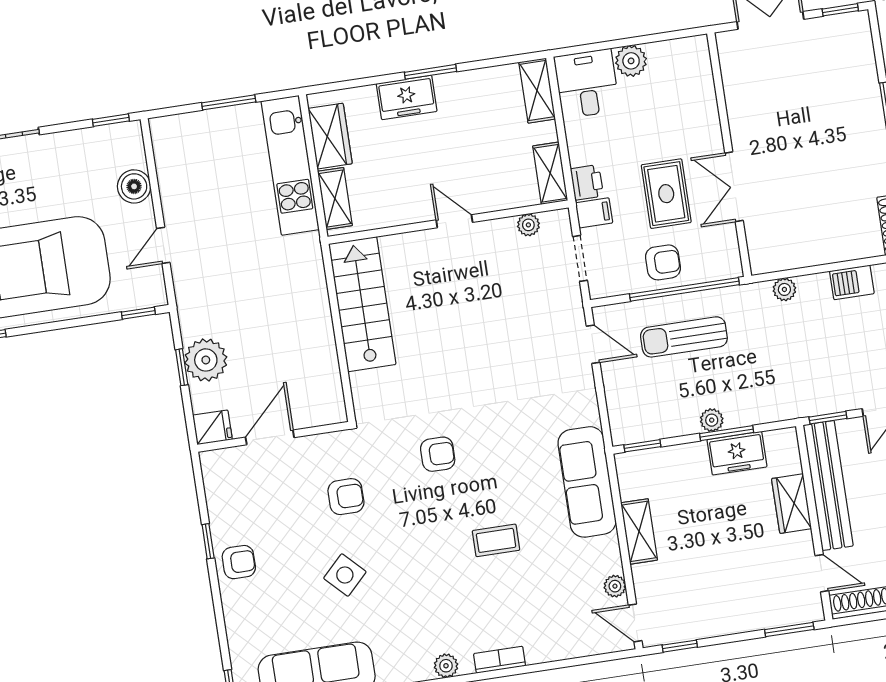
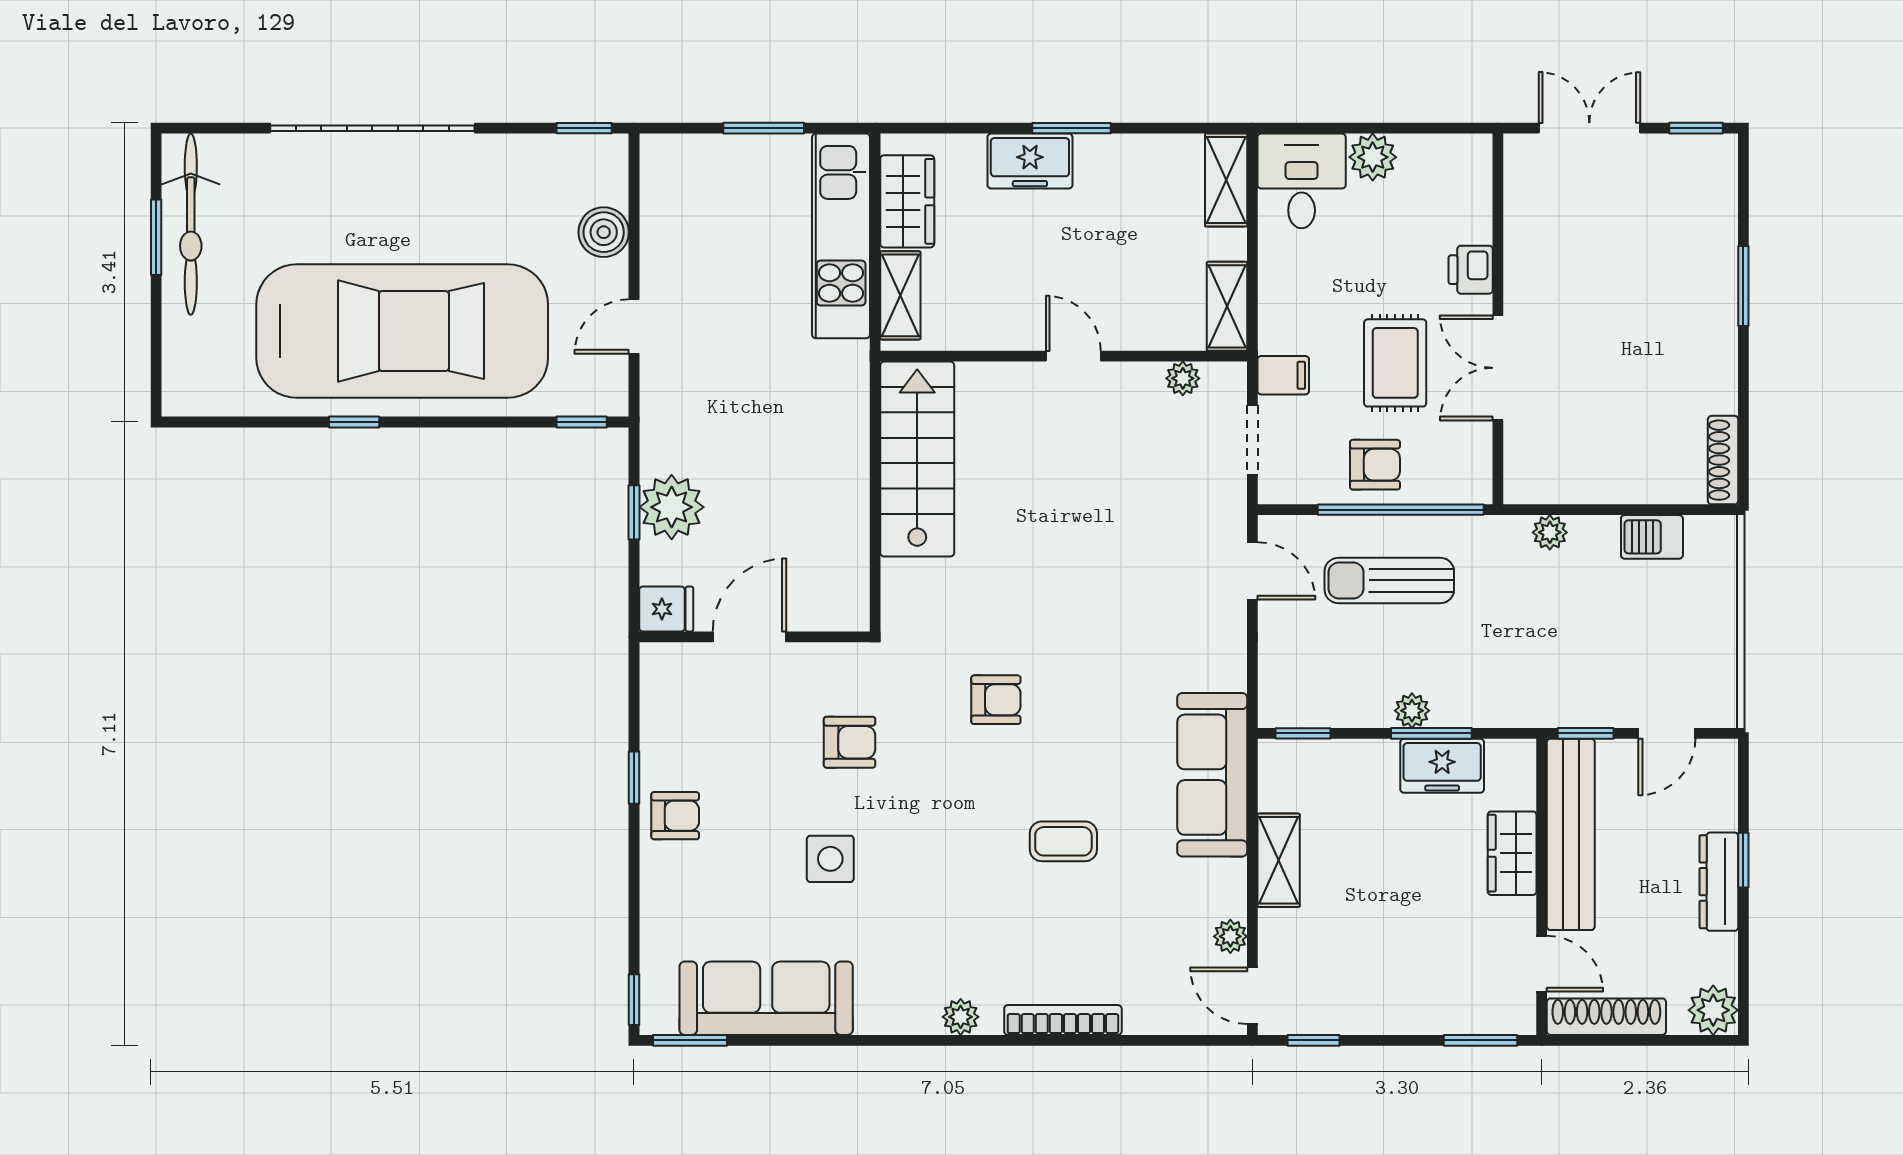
printer: (587, 182) -> (1471, 270), moved, turned 180
side table: (345, 575) -> (830, 859), turned 45
bookcase: (500, 660) -> (1063, 1020), width x1.56

